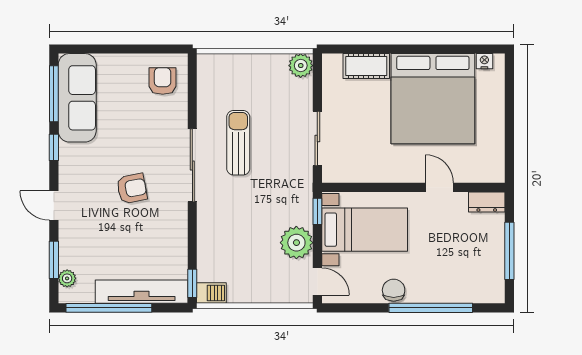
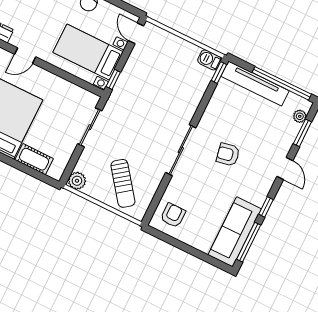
armchair: (163, 81) -> (173, 215), turned 180
sun lounger: (238, 143) -> (123, 183), moved, turned -37
door: (439, 187) -> (25, 56), hinge flipped
plant: (296, 243) -> (137, 66), removed

